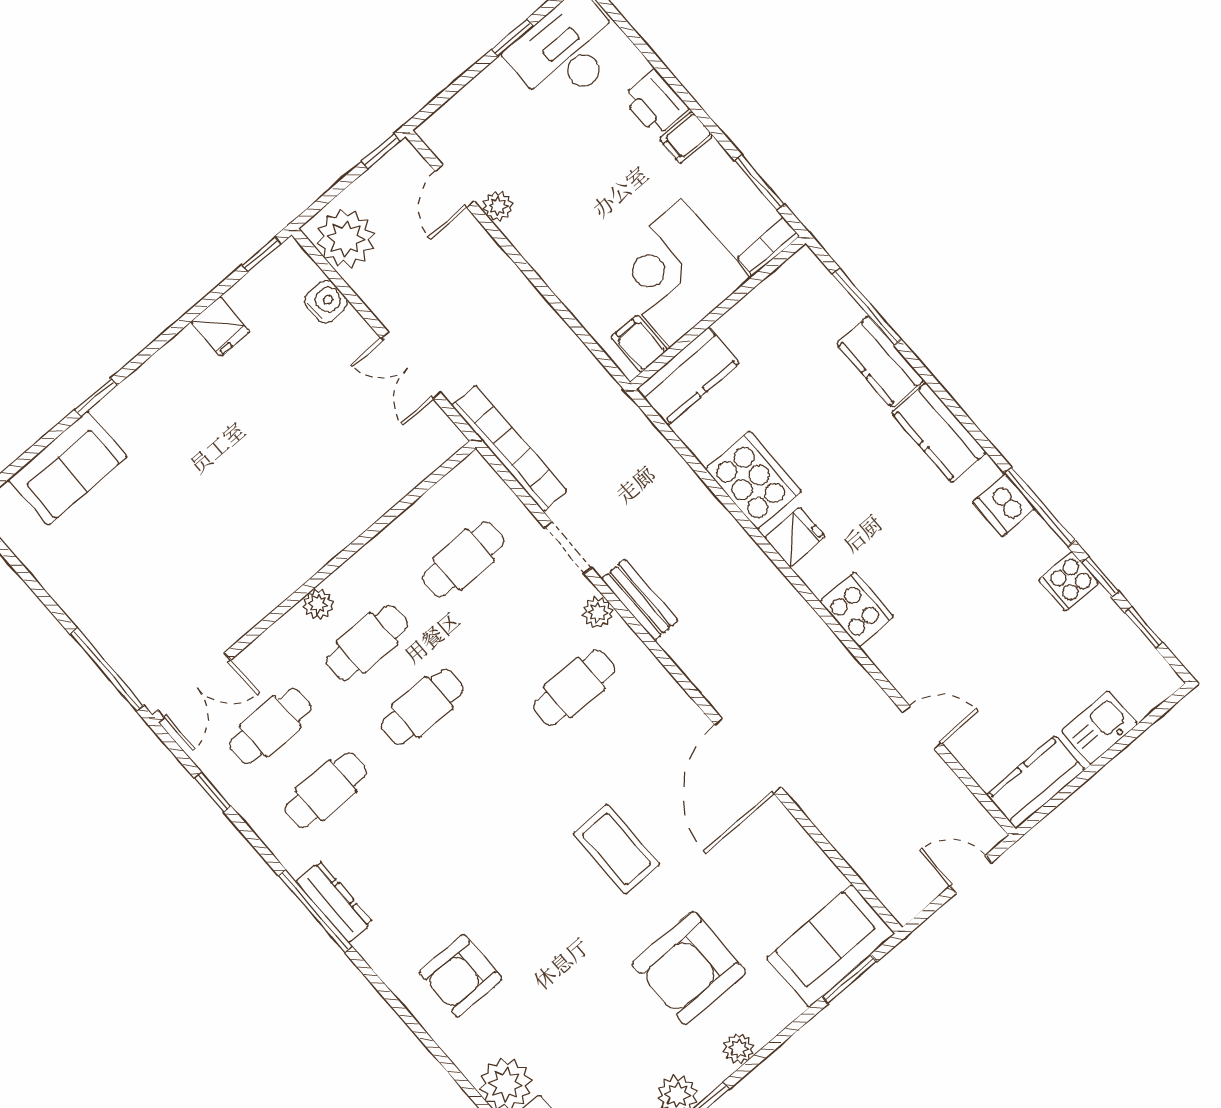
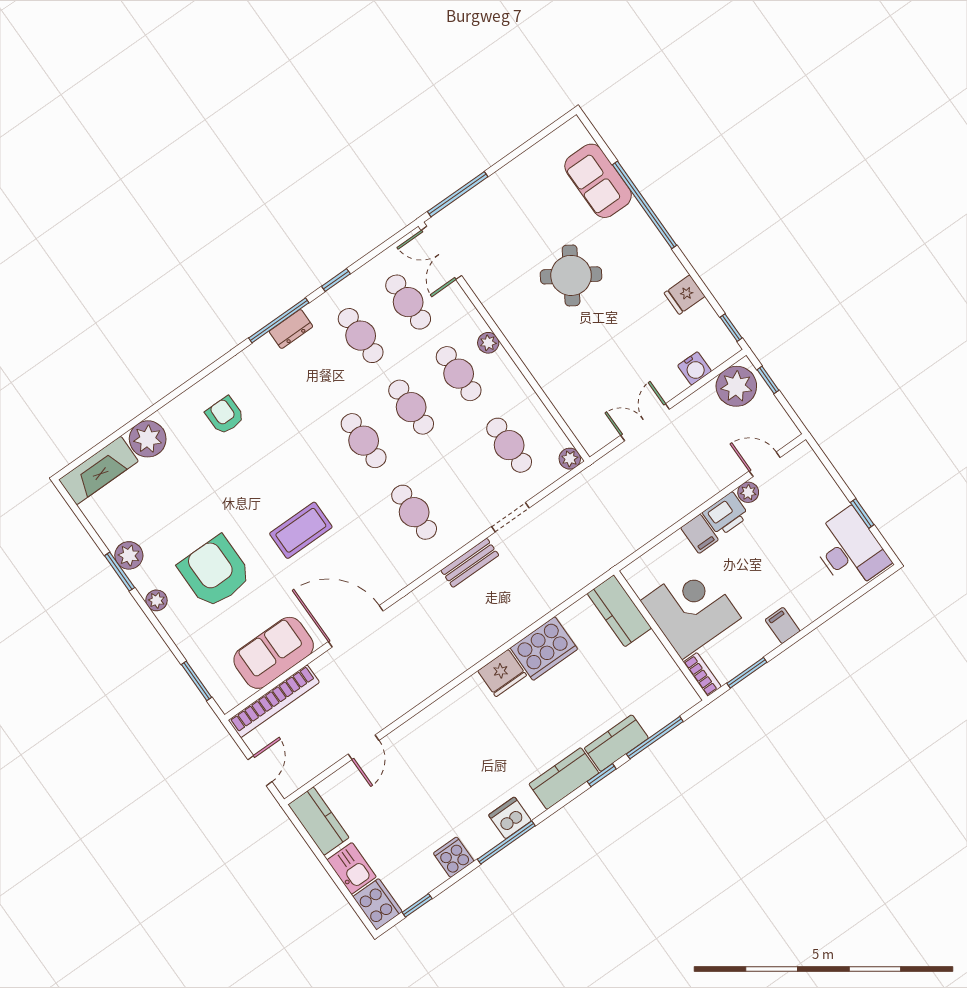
printer: (655, 103) -> (726, 514), moved, turned 180
window: (381, 152) -> (768, 380), moved
filing cabinet: (639, 344) -> (700, 534), moved, turned 90
window: (96, 397) -> (645, 205), width x3.17
bookcase: (509, 448) -> (274, 701), moved
round table: (209, 494) -> (571, 275), added
fridge: (795, 537) -> (502, 673), width x1.38
window: (1100, 577) -> (602, 775), moved
cooker: (857, 609) -> (377, 904), moved, turned -90
plant: (598, 613) -> (570, 459), moved
cafe table: (478, 771) -> (364, 441), added
window: (212, 792) -> (336, 280), moved
dresser: (334, 902) -> (291, 329), width x0.70
sofa: (831, 946) -> (274, 653), moved, turned -90
armchair: (461, 976) -> (225, 415), width x0.72, depth x0.72

